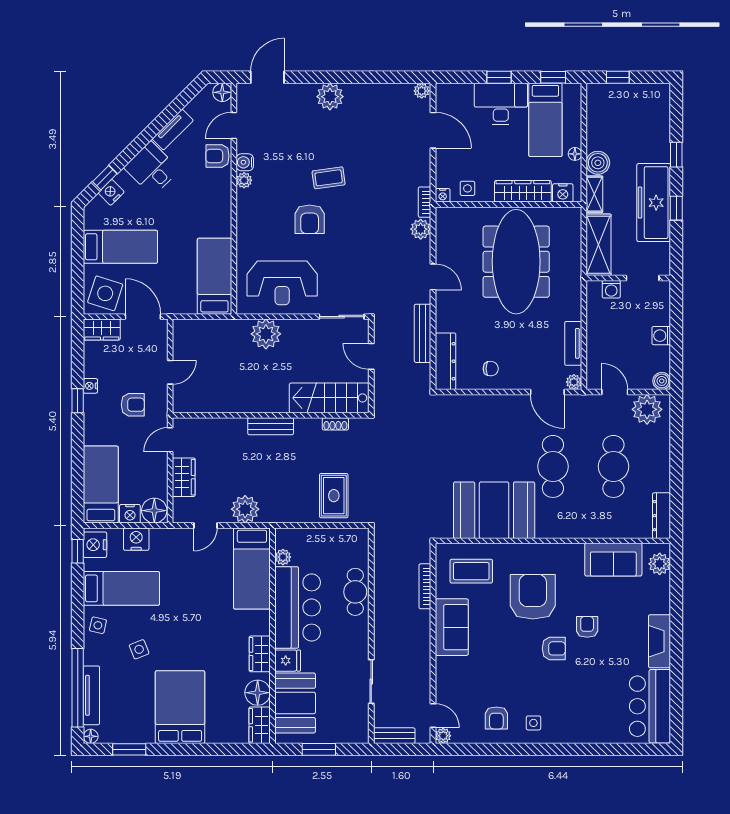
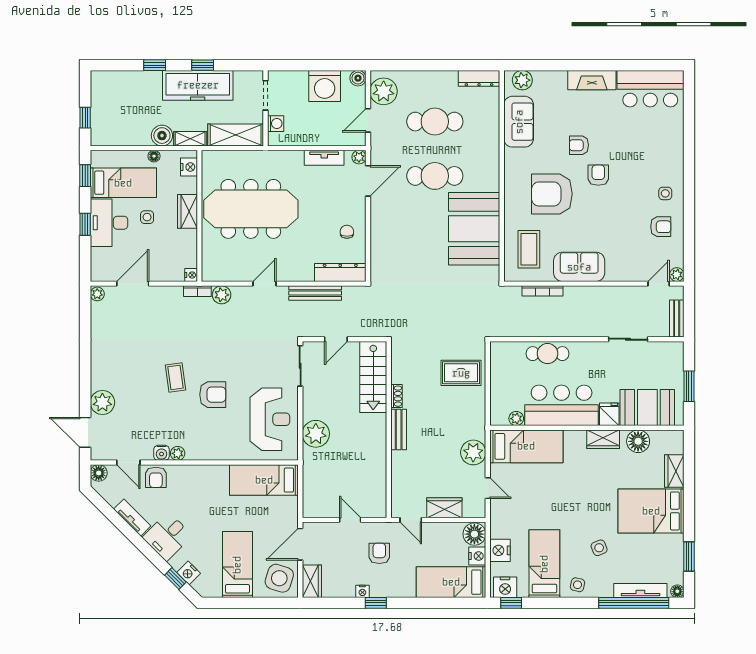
plant: (330, 97) -> (102, 402), moved
side table: (467, 188) -> (147, 217), moved
wardrobe: (523, 191) -> (188, 211), width x0.67
washing machine: (661, 336) -> (325, 86), width x1.89, depth x1.89
shoe rack: (335, 424) -> (397, 396), moved
wardrobe: (260, 725) -> (674, 471), moved, turned 90

